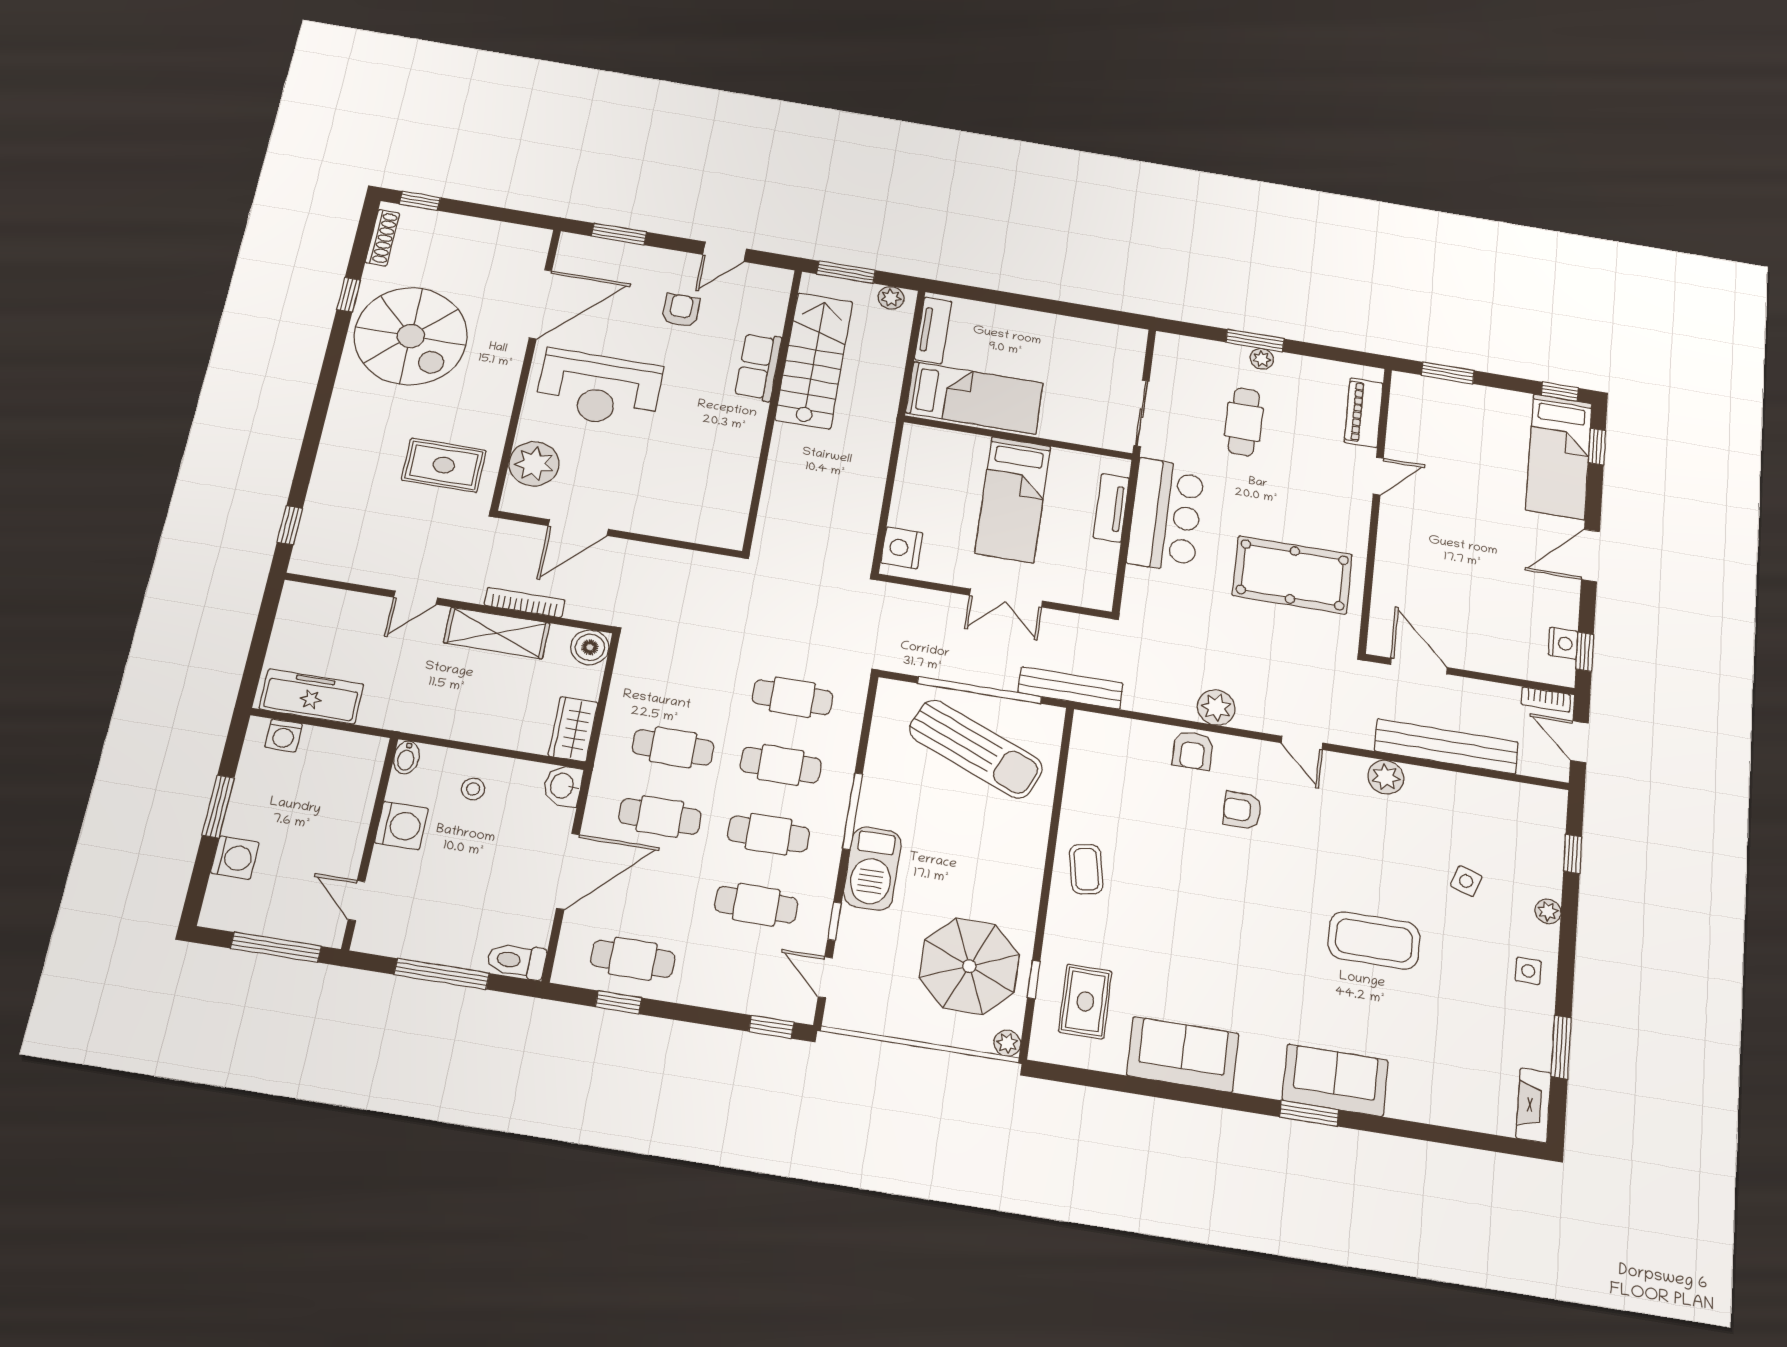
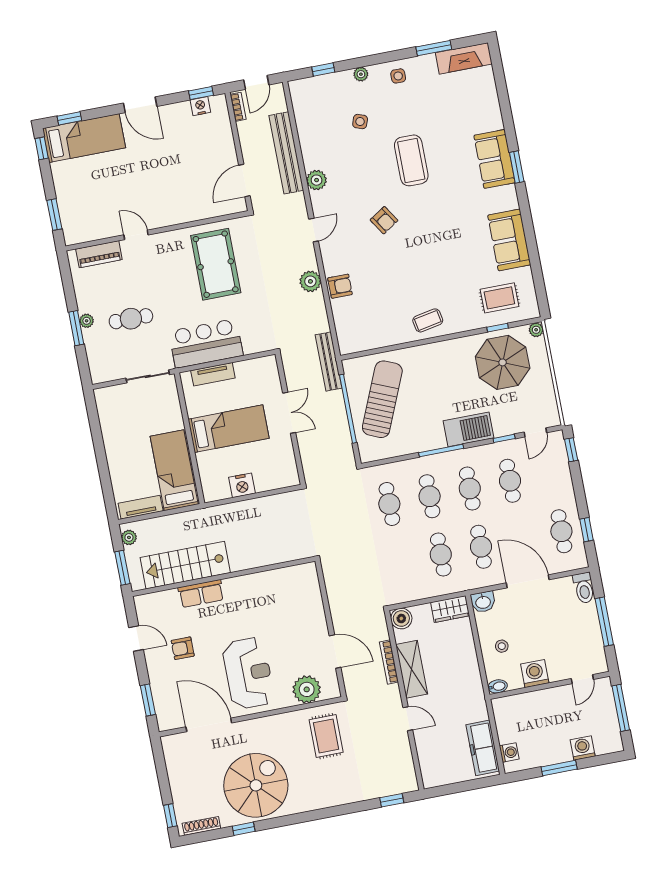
nightstand: (902, 548) -> (242, 485), moved
armchair: (1242, 810) -> (384, 220), moved, turned -33
fireplace: (1534, 1105) -> (464, 58), width x1.37, depth x1.32

